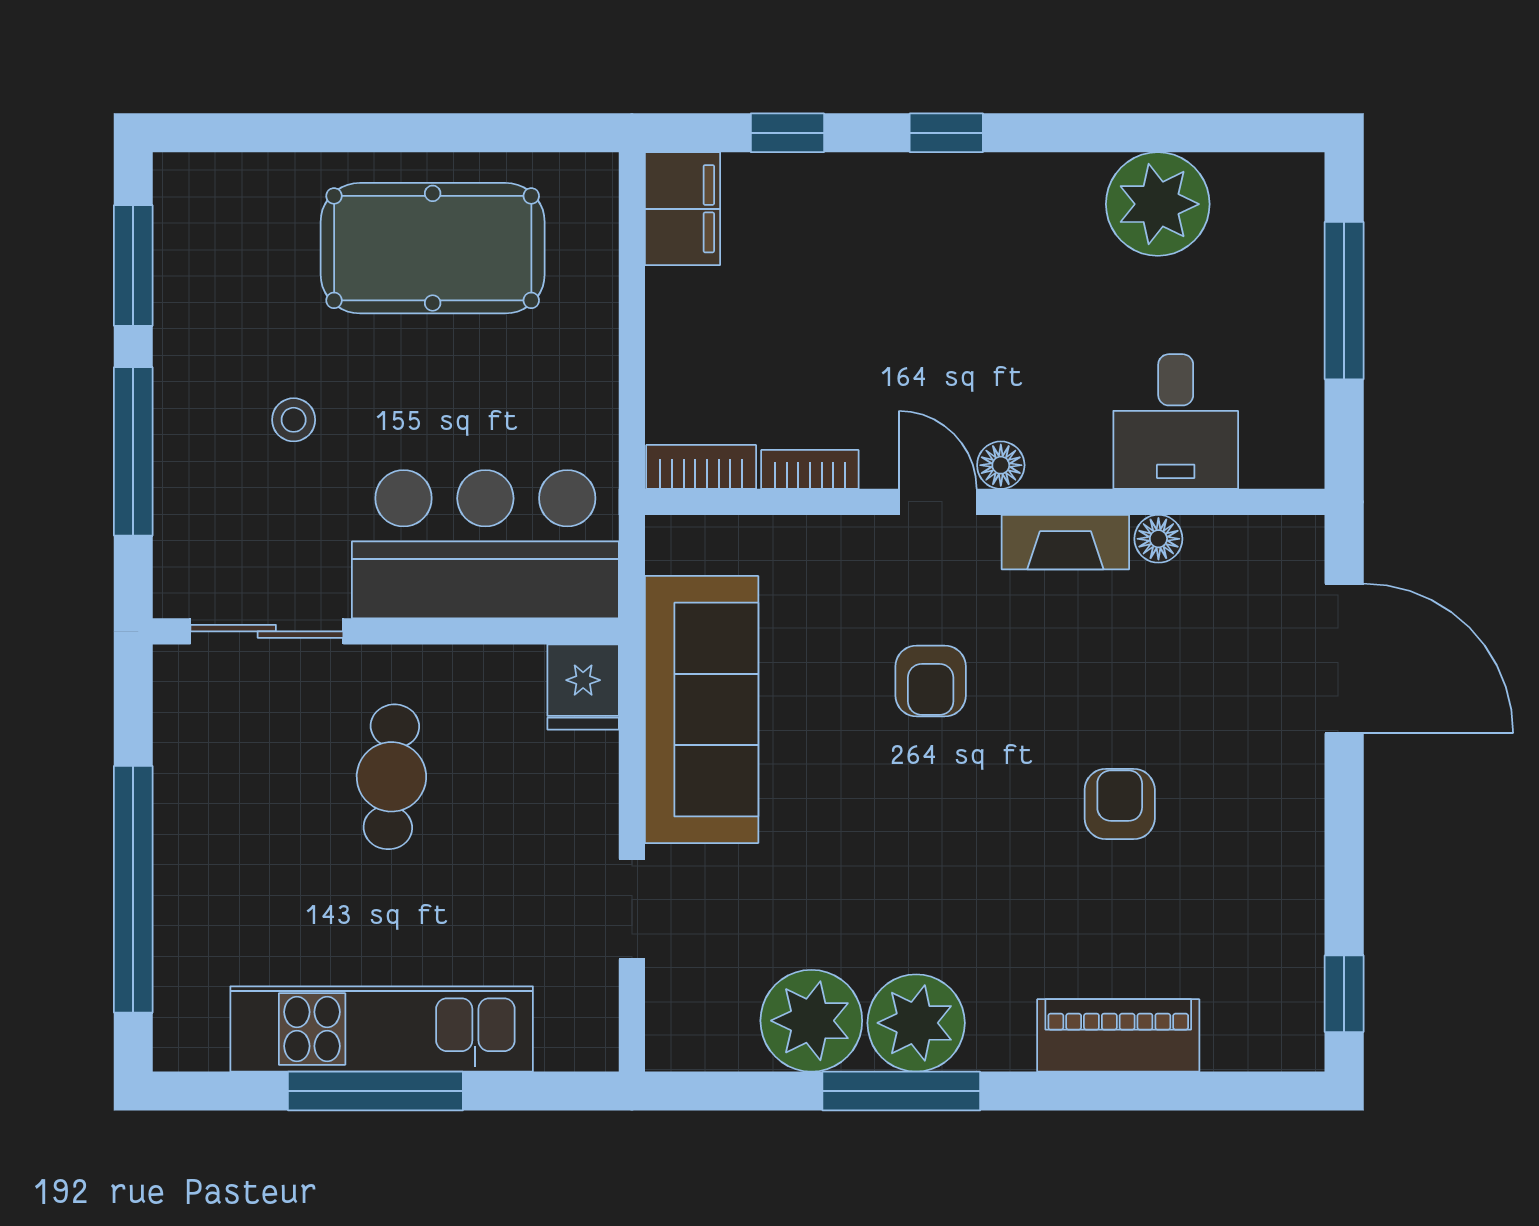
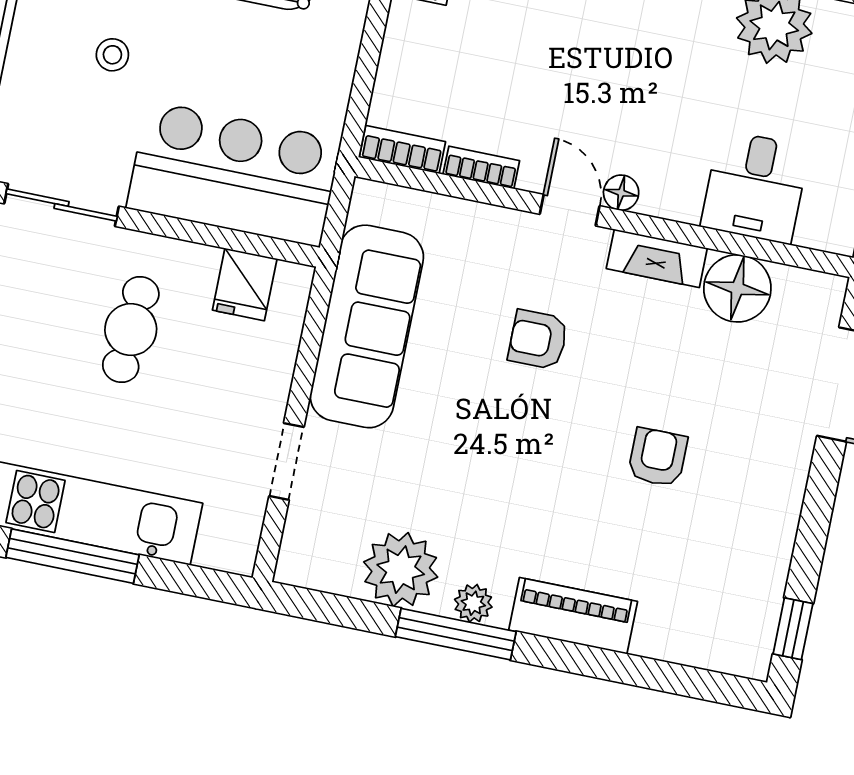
floor lamp: (1158, 539) -> (737, 288), width x1.89, depth x1.89
armchair: (931, 681) -> (538, 340), turned 90
fridge: (583, 687) -> (245, 284), moved
plant: (916, 1023) -> (473, 603), width x0.53, depth x0.53
piano: (1118, 1035) -> (573, 616), moved

